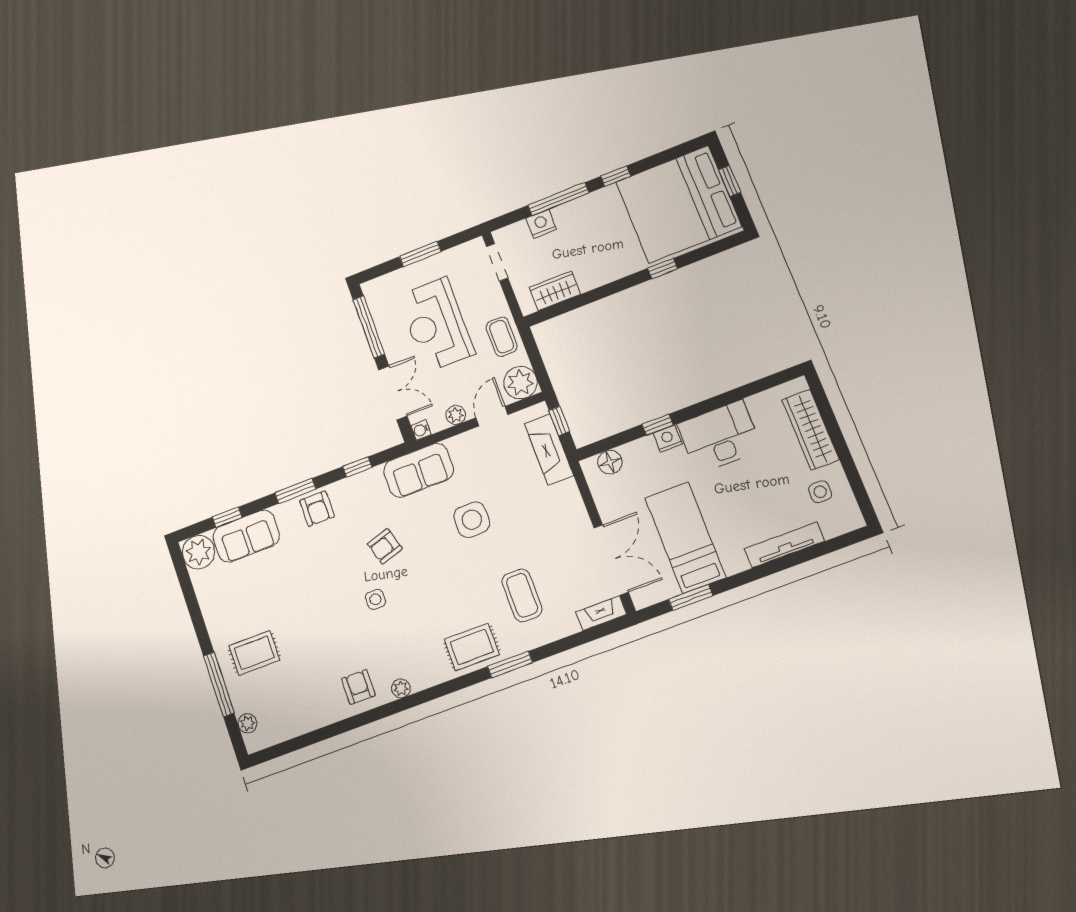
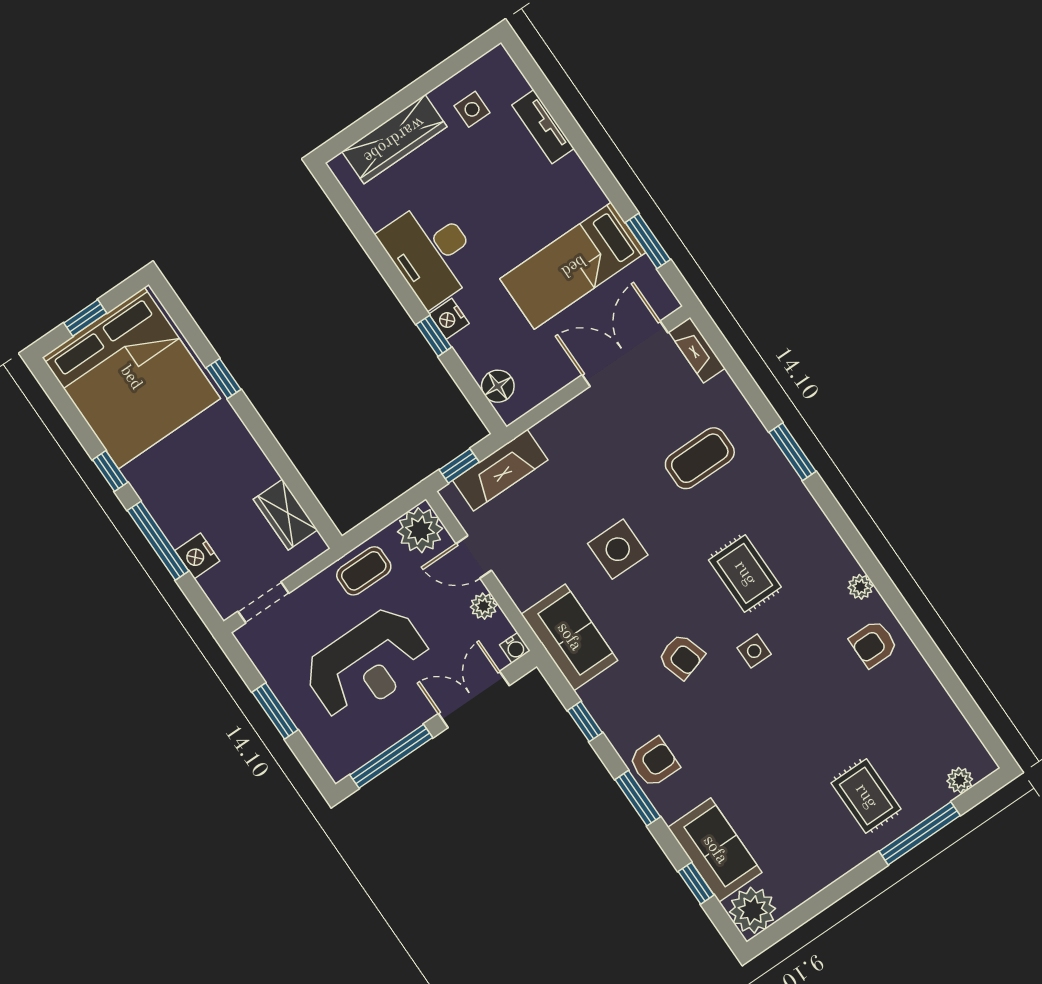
tv unit: (784, 545) -> (543, 127), width x0.71
rug: (472, 647) -> (745, 573), moved

